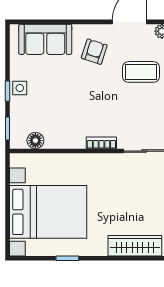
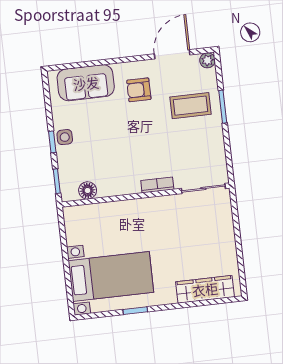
armchair: (94, 52) -> (139, 90), turned -108
bed with nightstands: (48, 212) -> (111, 276), width x0.73

